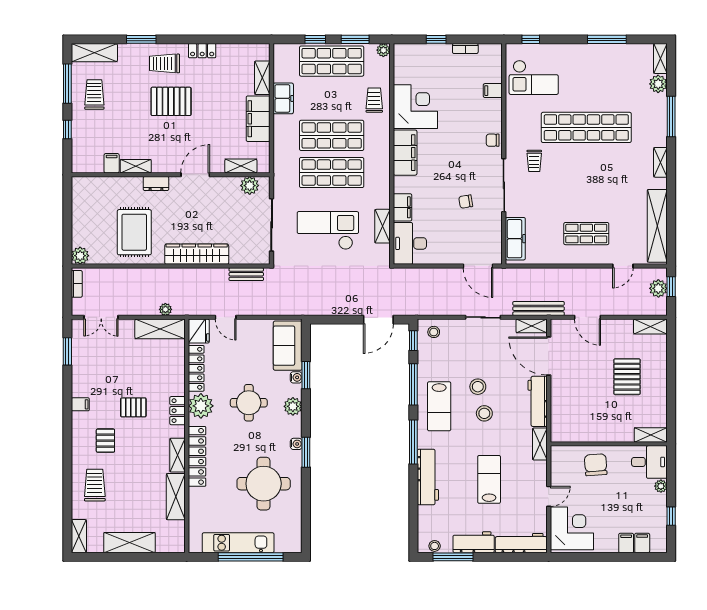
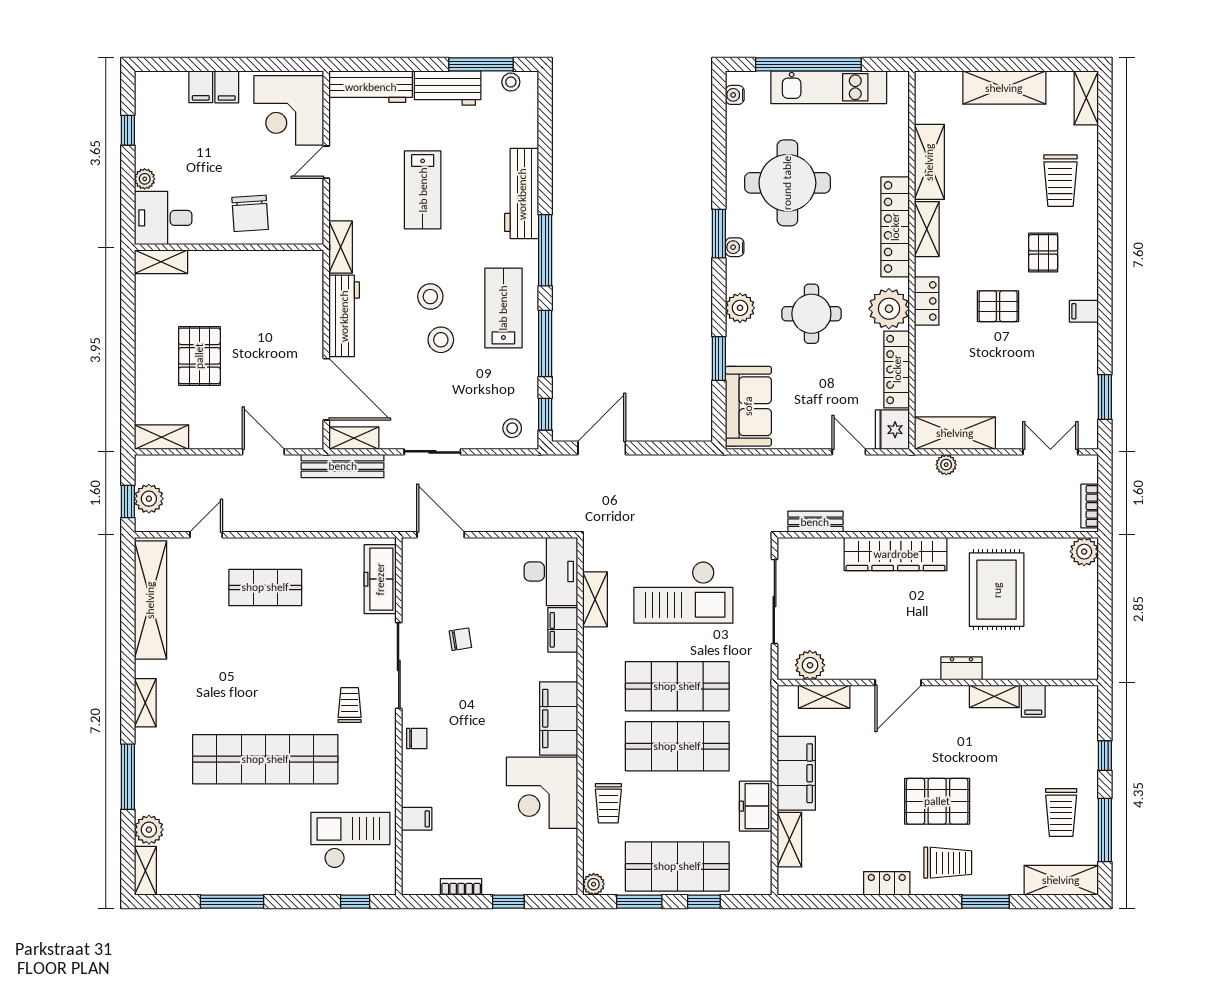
water cooler: (296, 377) -> (735, 95), moved
filing cabinet: (642, 543) -> (227, 87), moved

